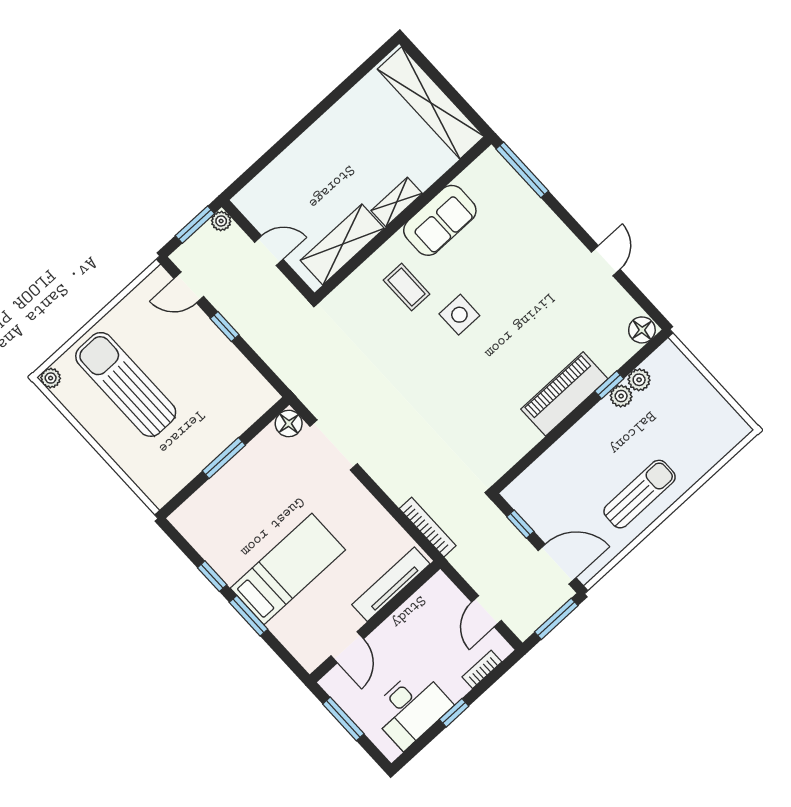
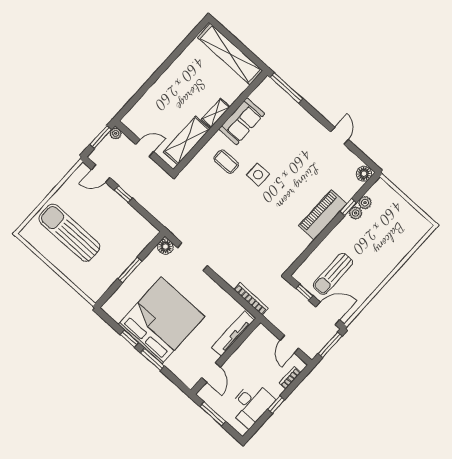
plant: (51, 378) -> (26, 233), removed
sun lounger: (640, 494) -> (333, 274), moved, turned 180
bed: (288, 569) -> (162, 320), width x2.04

